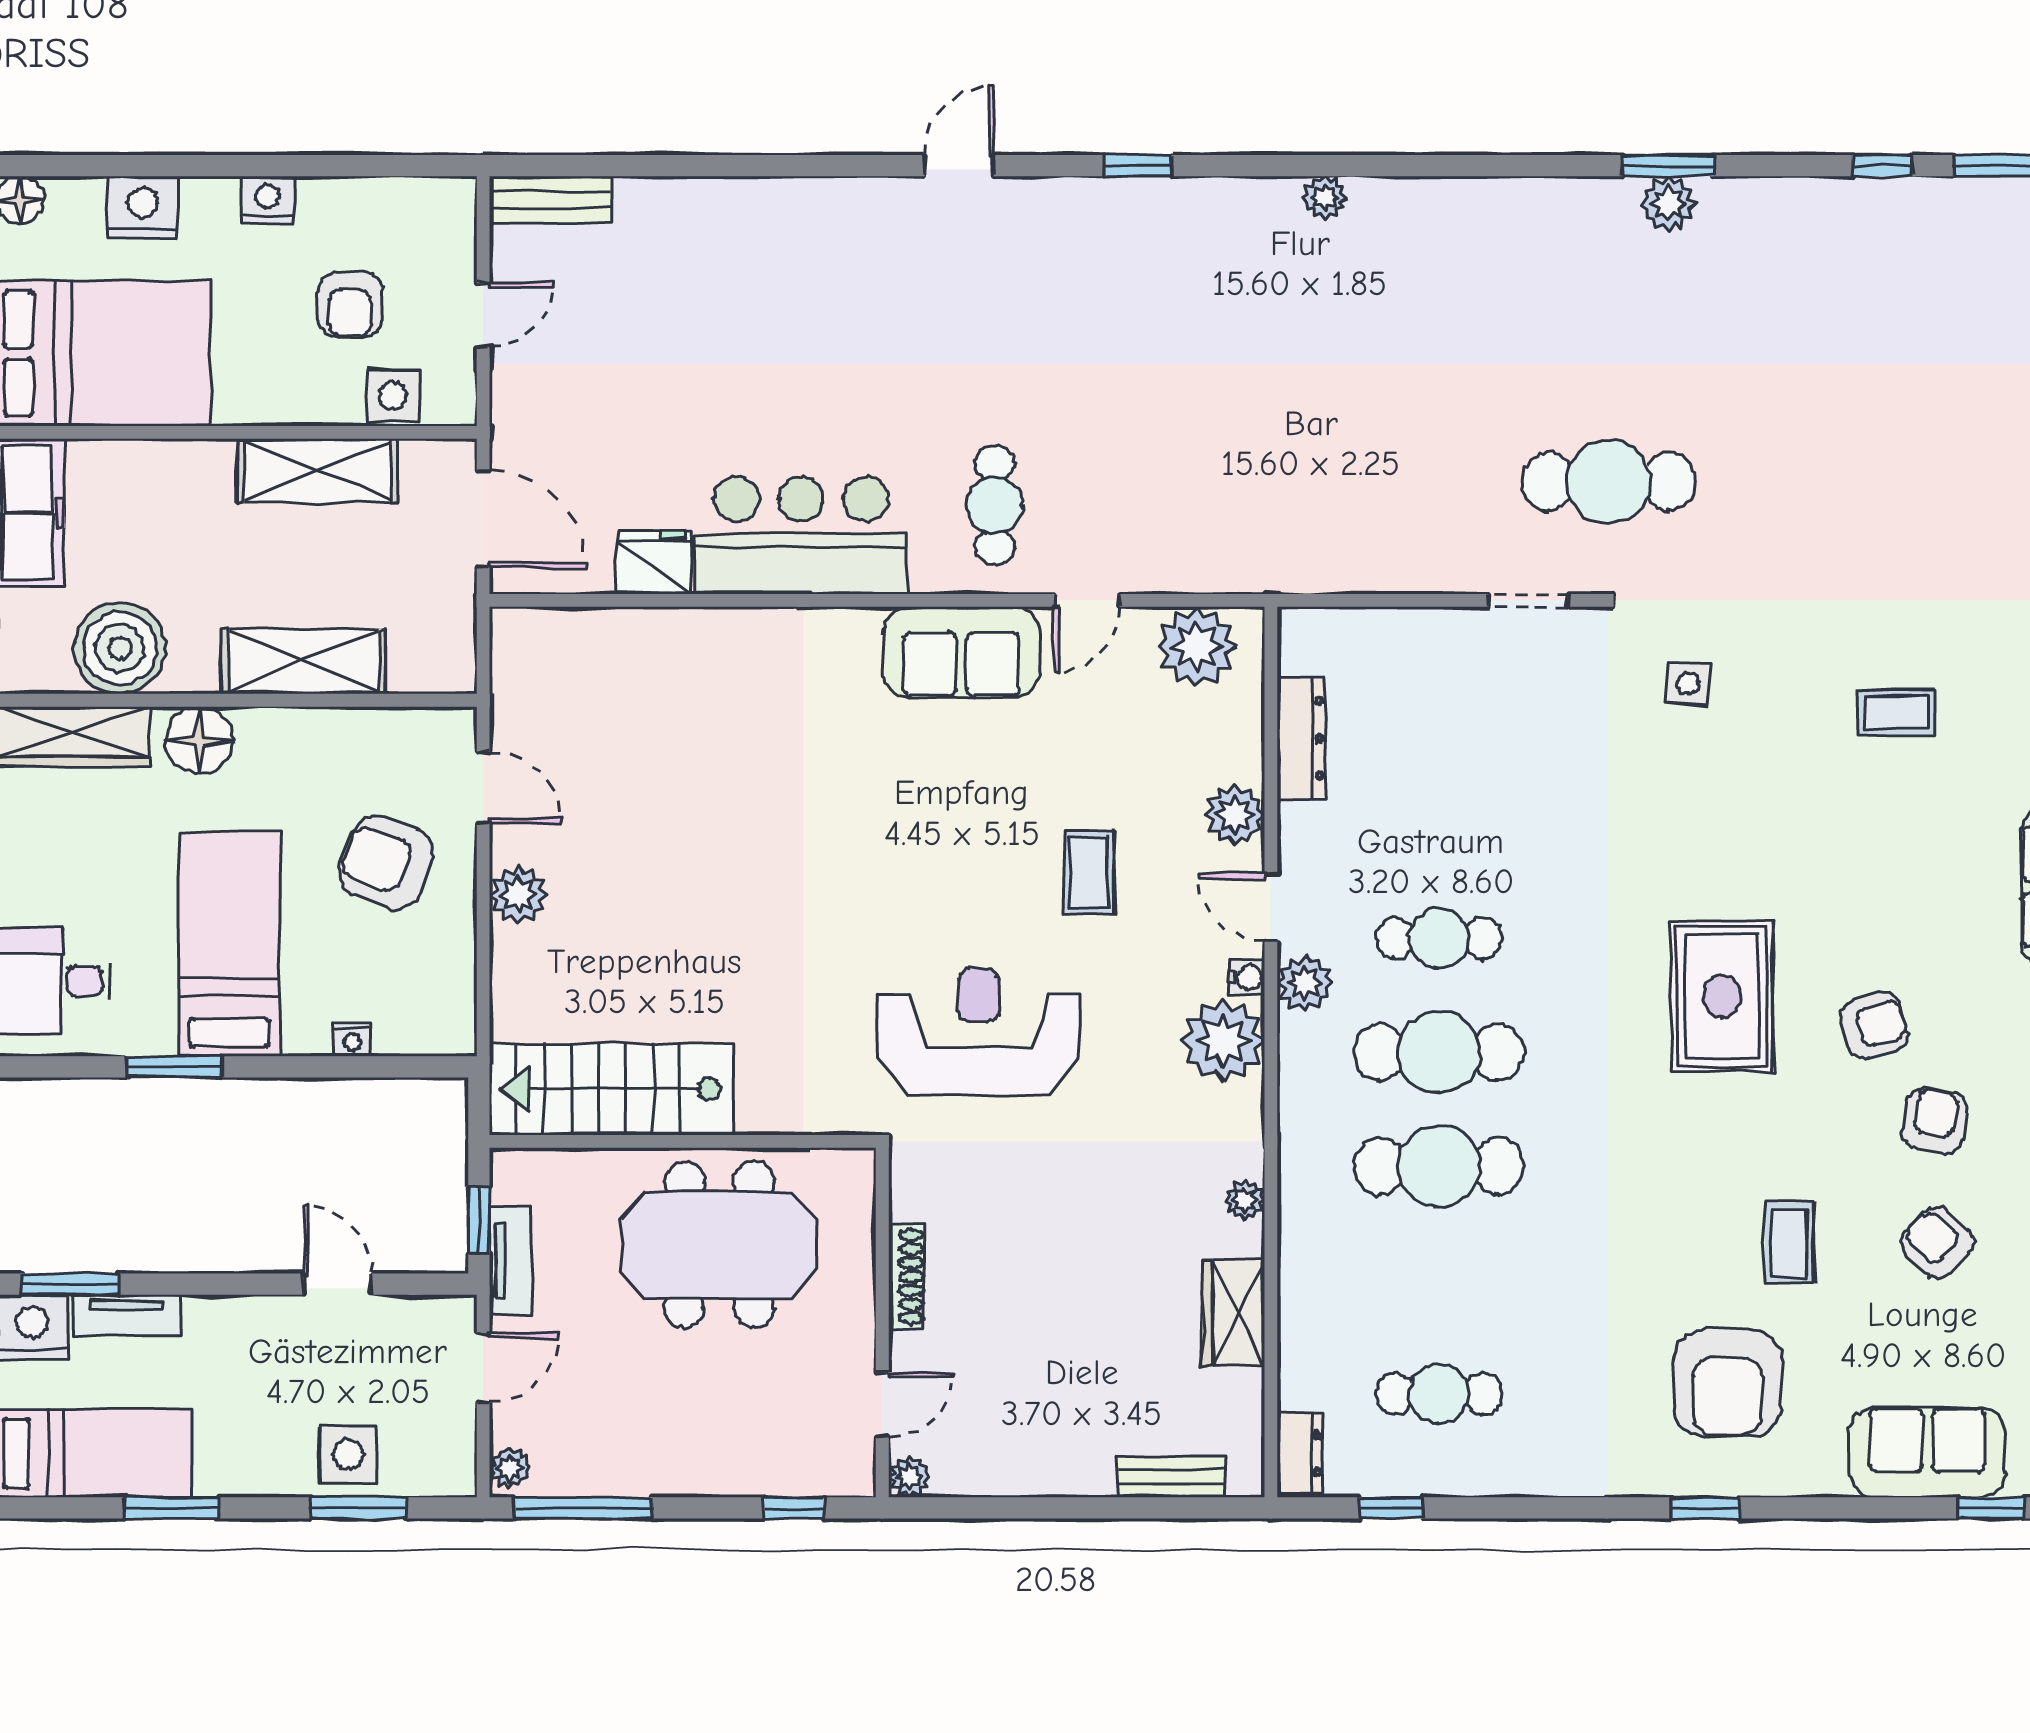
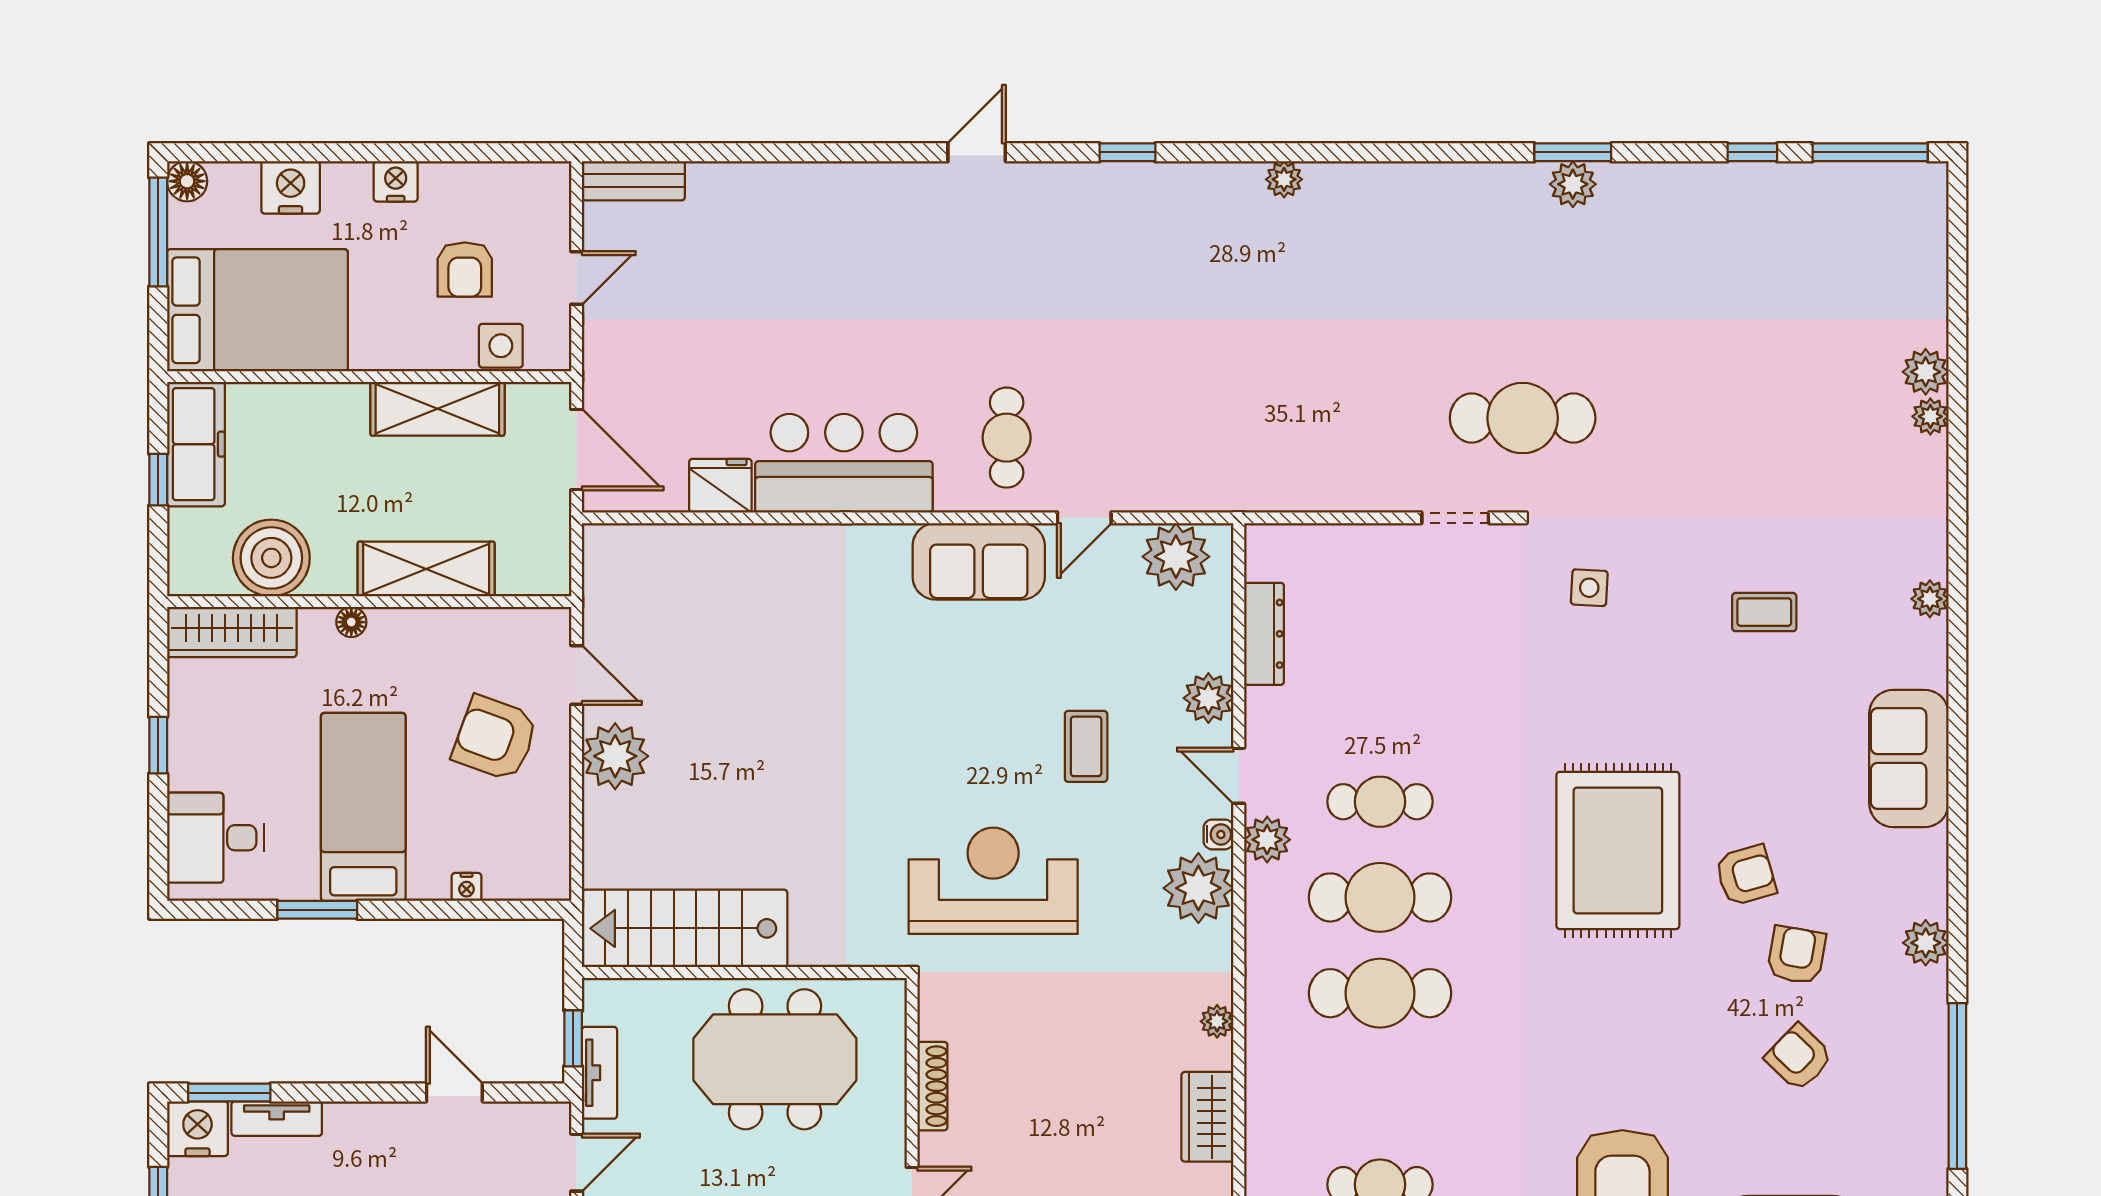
floor lamp: (199, 740) -> (351, 622), width x0.53, depth x0.53
plant: (518, 895) -> (615, 756), width x1.36, depth x1.36
rug: (1722, 996) -> (1618, 850), width x1.37, depth x1.44
coffee table: (1789, 1243) -> (1674, 1057), removed

